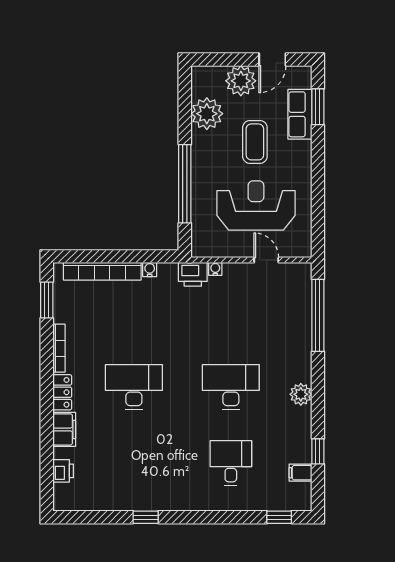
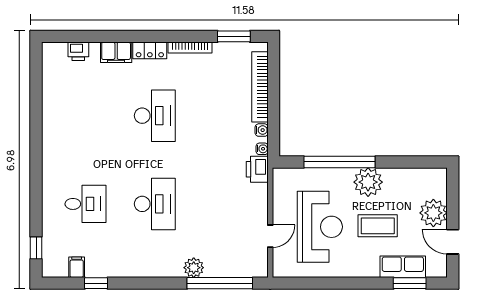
plant: (207, 114) -> (368, 182), moved
water cooler: (215, 269) -> (262, 149), moved
plant: (301, 394) -> (194, 268), moved
window: (146, 517) -> (36, 126), removed

